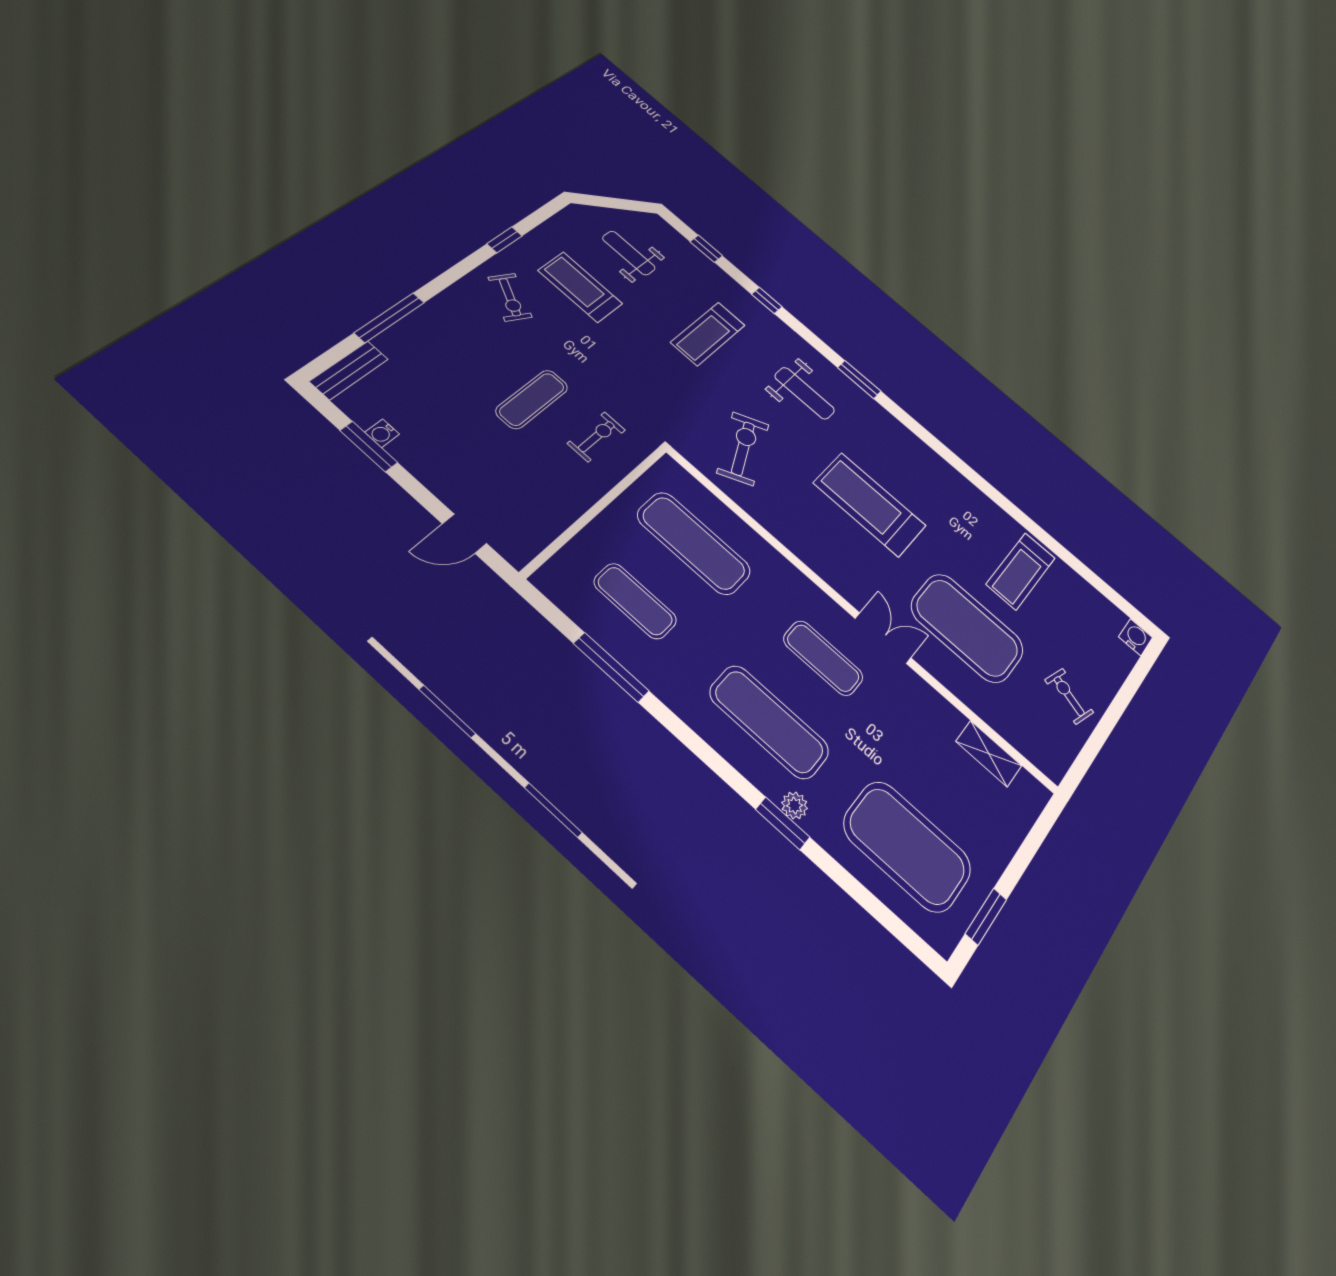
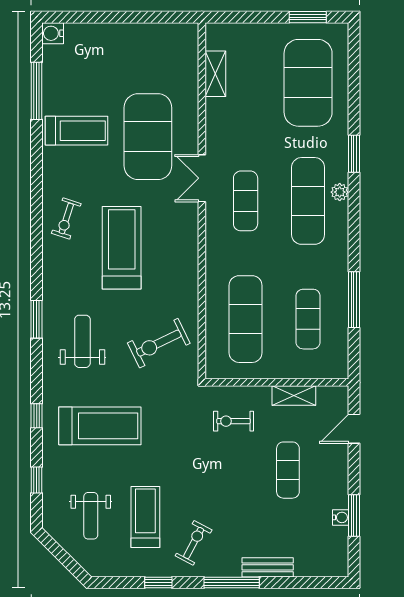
treadmill: (580, 287) -> (145, 517), turned 180
window: (390, 317) -> (232, 583), moved
treadmill: (708, 334) -> (100, 426), width x1.37, depth x1.38
bench: (349, 370) -> (268, 567), moved
exercise mat: (532, 399) -> (288, 470), moved, turned 90
treadmill: (870, 504) -> (122, 248), turned 180
shelving: (565, 512) -> (294, 396), added
door: (465, 534) -> (354, 429), swing flipped
window: (1086, 573) -> (37, 91), added
exercise bike: (1069, 696) -> (66, 218), moved
plant: (795, 806) -> (340, 192), moved

